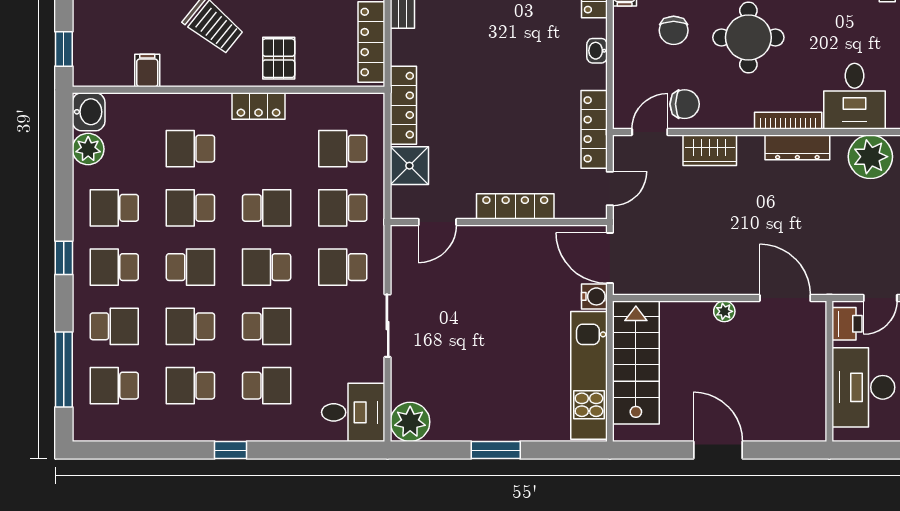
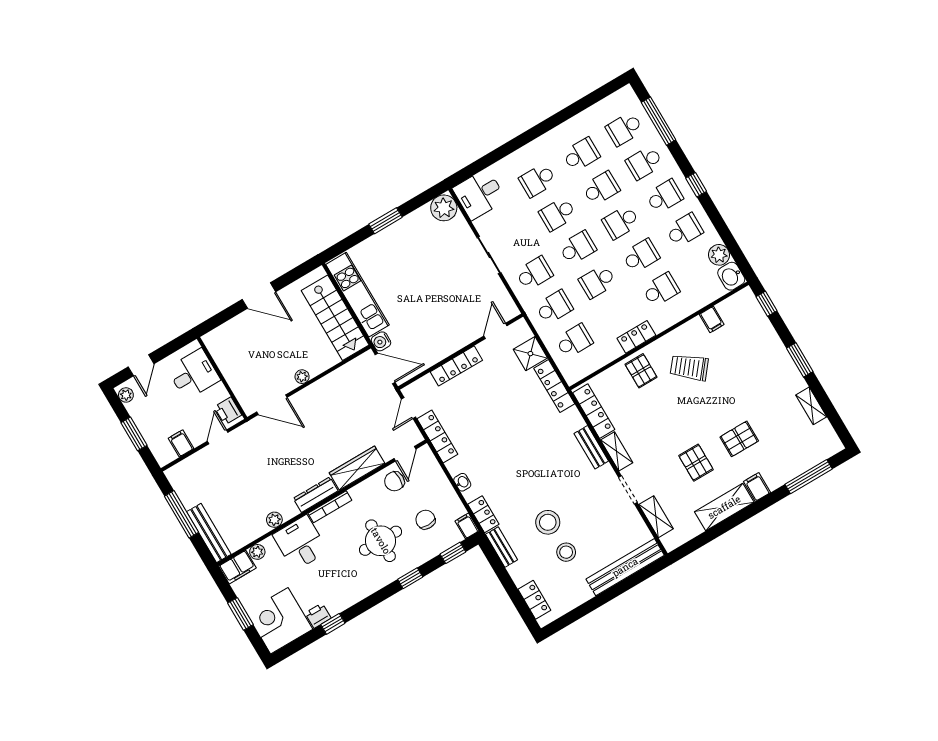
wardrobe: (710, 150) -> (357, 468), width x1.50
plant: (870, 157) -> (274, 520), width x0.53, depth x0.53
school desk: (114, 386) -> (624, 129), turned 180
desk: (863, 387) -> (194, 374), width x0.73
window: (231, 450) -> (536, 131), removed

